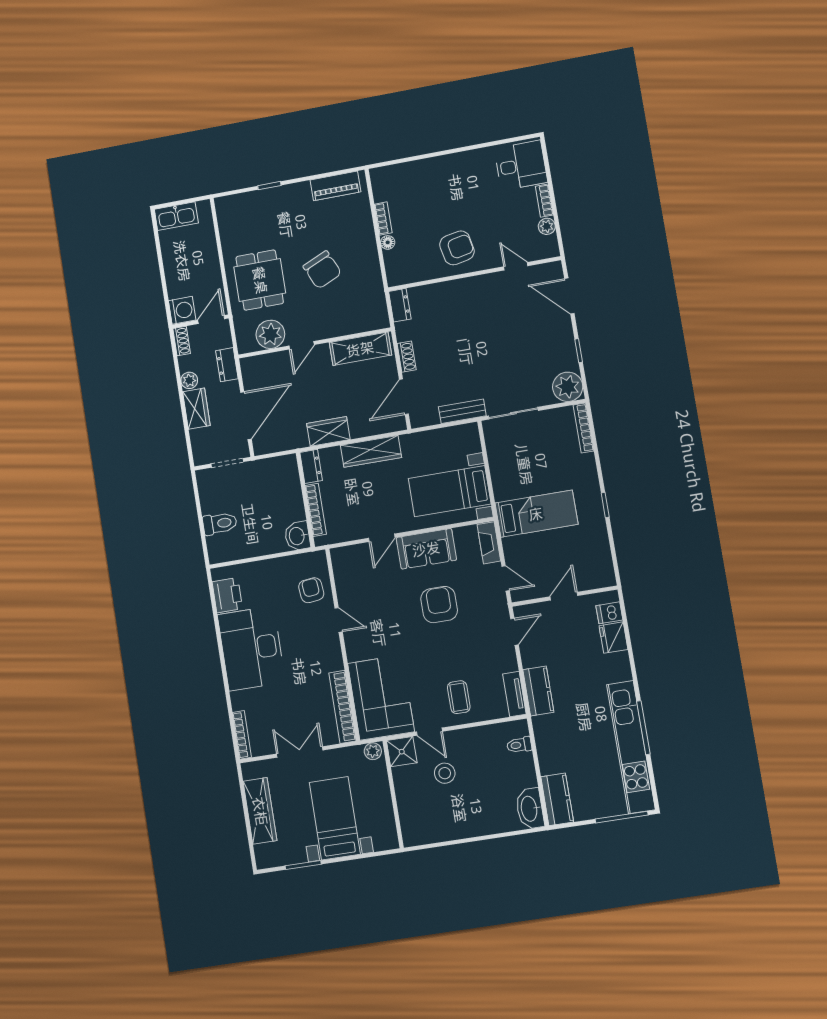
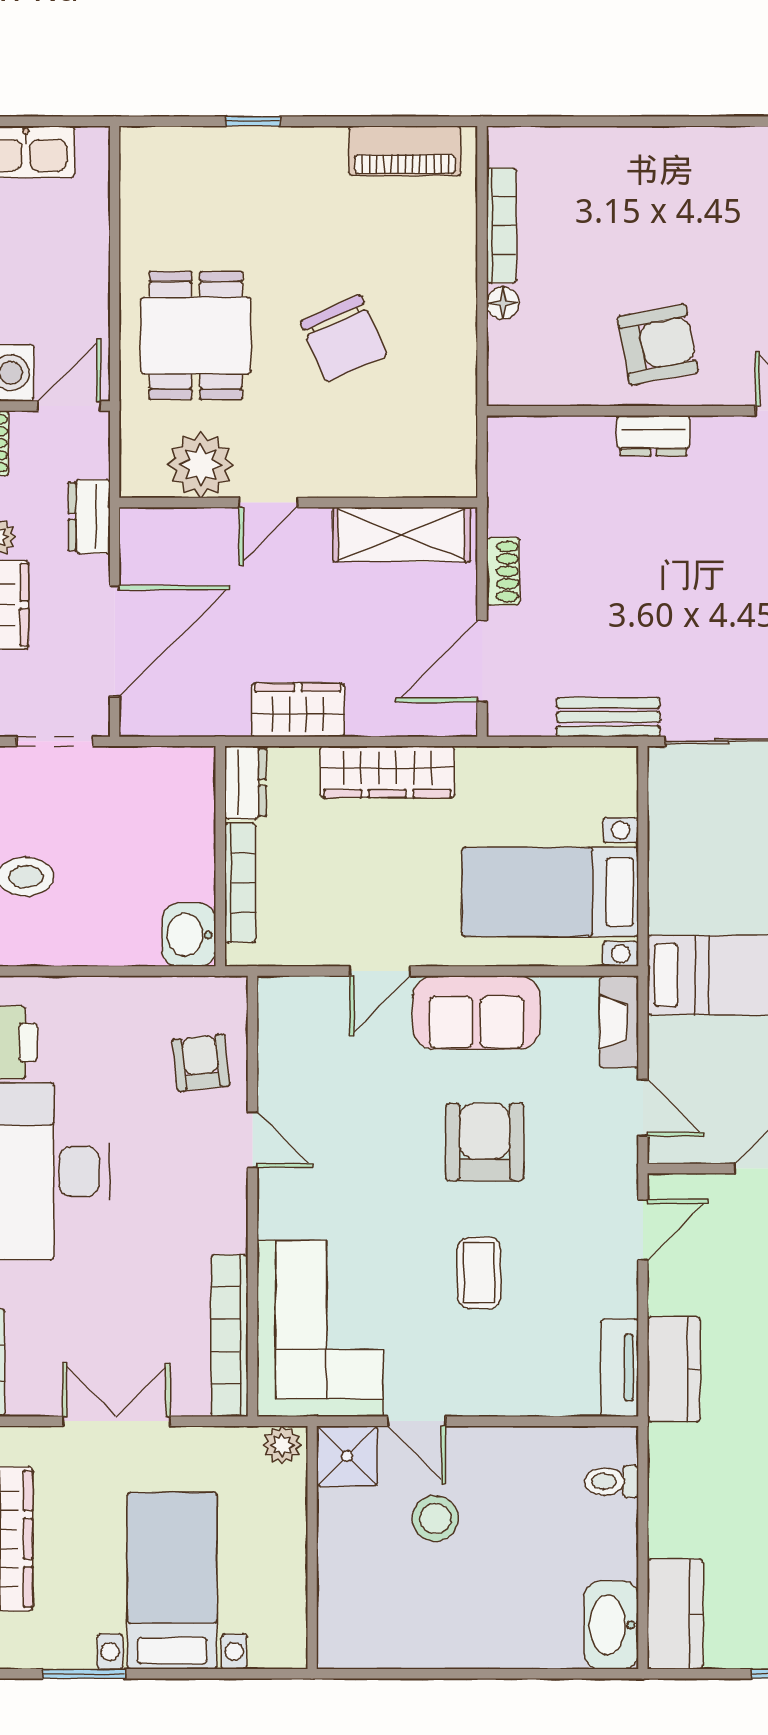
bookcase: (383, 218) -> (501, 225), width x1.56
dresser: (400, 305) -> (653, 436), moved, turned 90
coffee table: (459, 697) -> (479, 1273), moved

